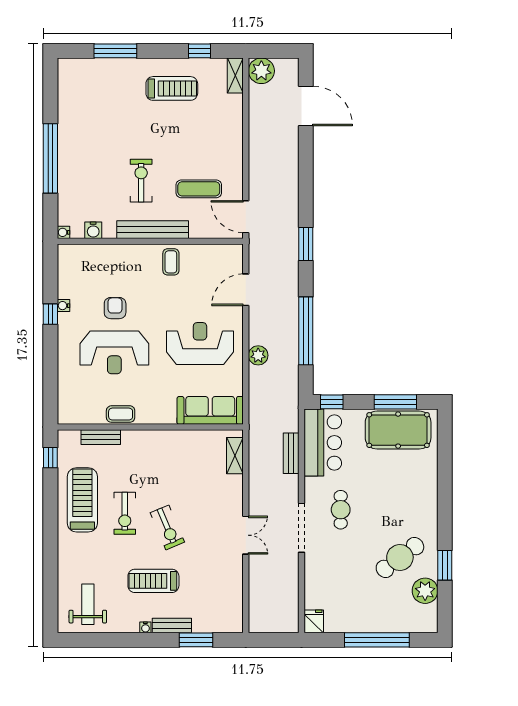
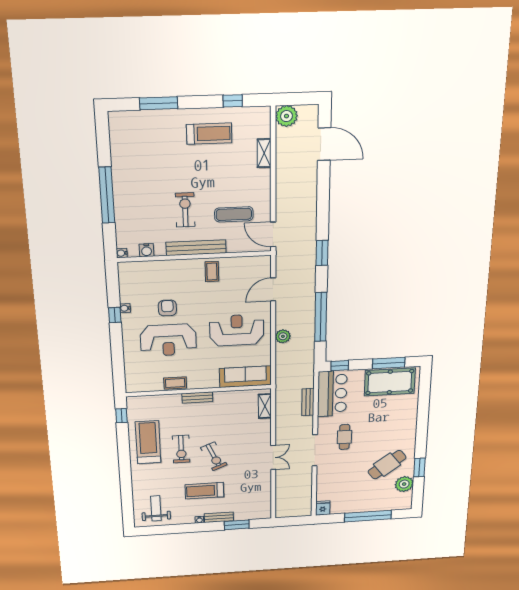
shelving: (235, 75) -> (264, 153), moved
bench: (101, 437) -> (197, 398), moved

